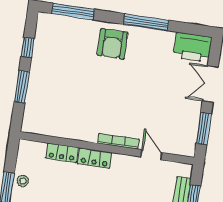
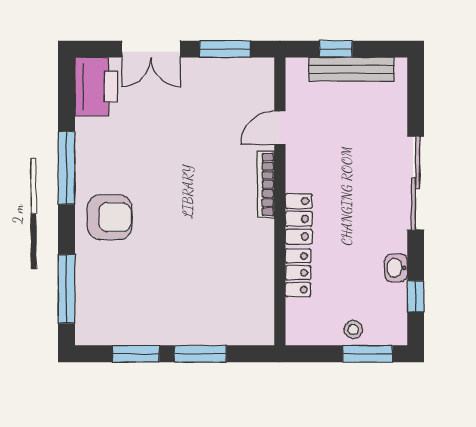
window: (28, 48) -> (136, 354), width x1.50

